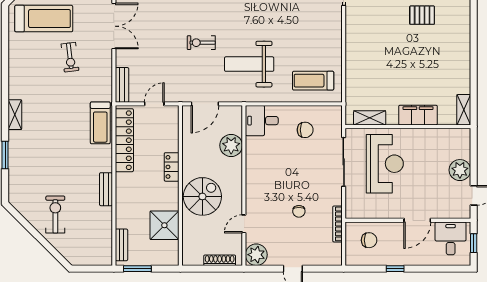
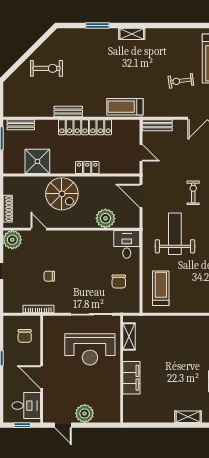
shelving: (464, 110) -> (188, 417), moved
locker: (124, 140) -> (85, 127), moved

